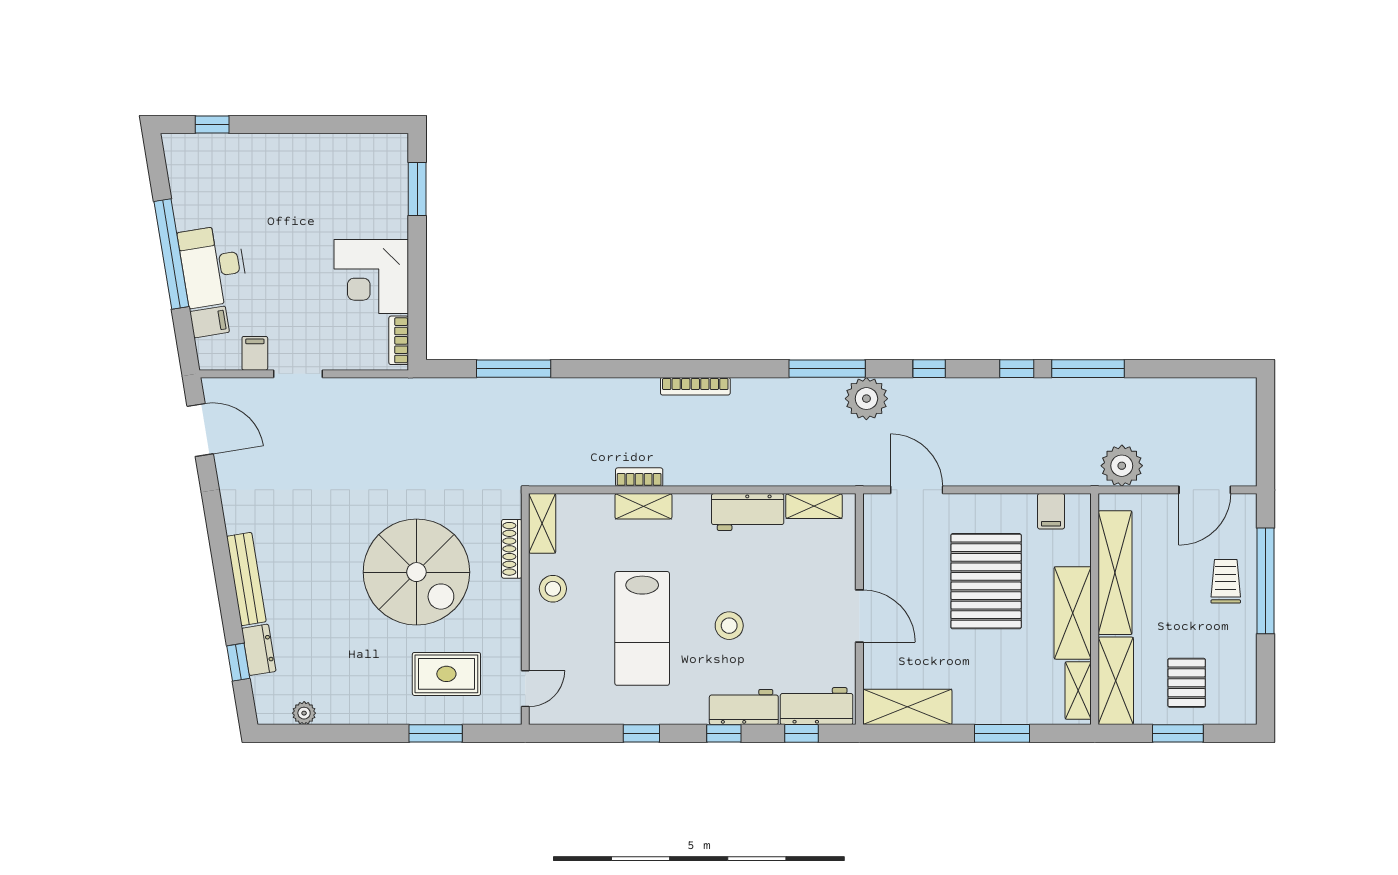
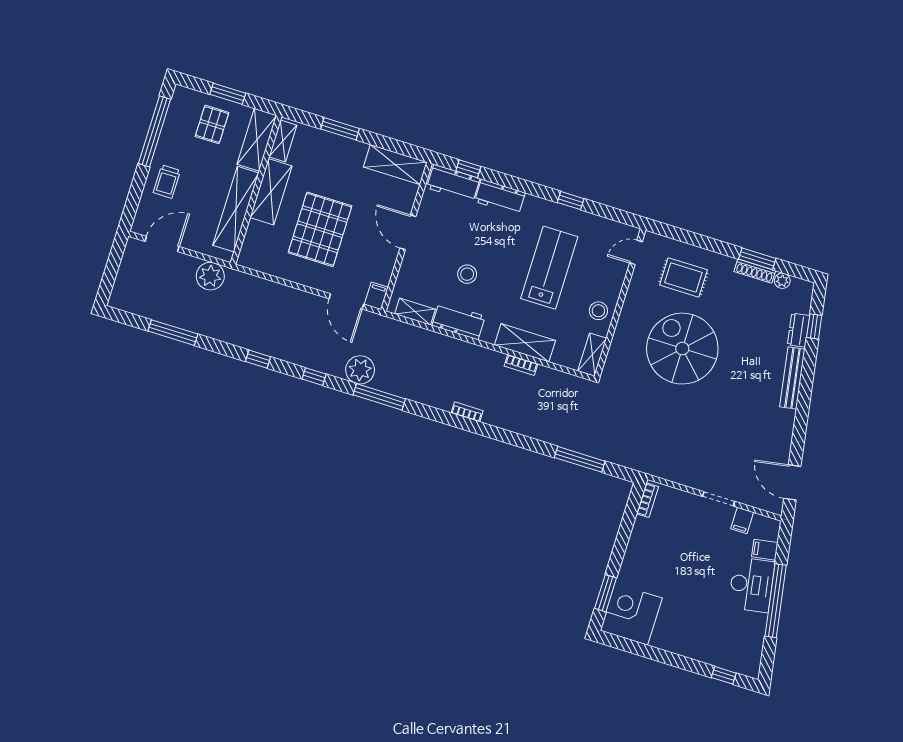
corner desk: (371, 277) -> (631, 614), moved, turned -90
window: (1088, 369) -> (173, 333), moved
bookcase: (695, 386) -> (467, 412), width x0.64
shelving: (643, 506) -> (525, 343), width x1.50, depth x1.33
filing cabinet: (1051, 511) -> (376, 296), moved
shoe rack: (512, 549) -> (755, 271), moved, turned 90
window: (1266, 581) -> (155, 131), moved
stool: (729, 626) -> (467, 274), moved
window: (436, 733) -> (757, 259), moved
window: (724, 733) -> (518, 184), removed

